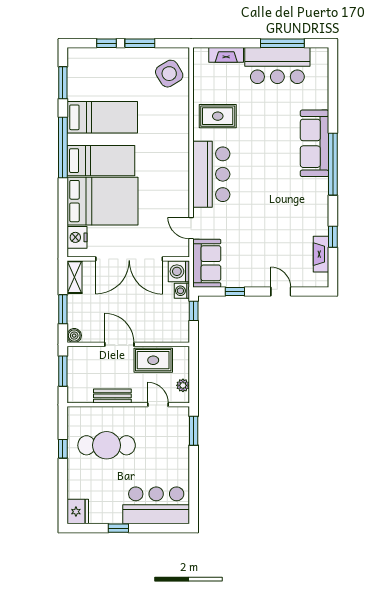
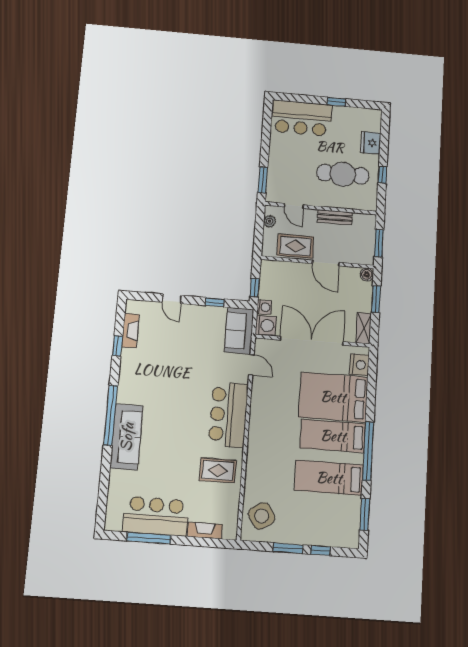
fridge: (78, 512) -> (371, 143), moved

